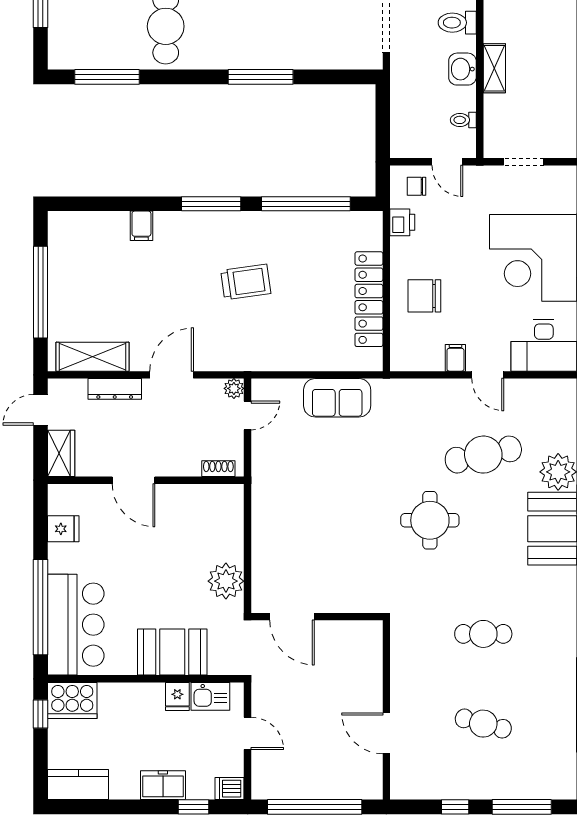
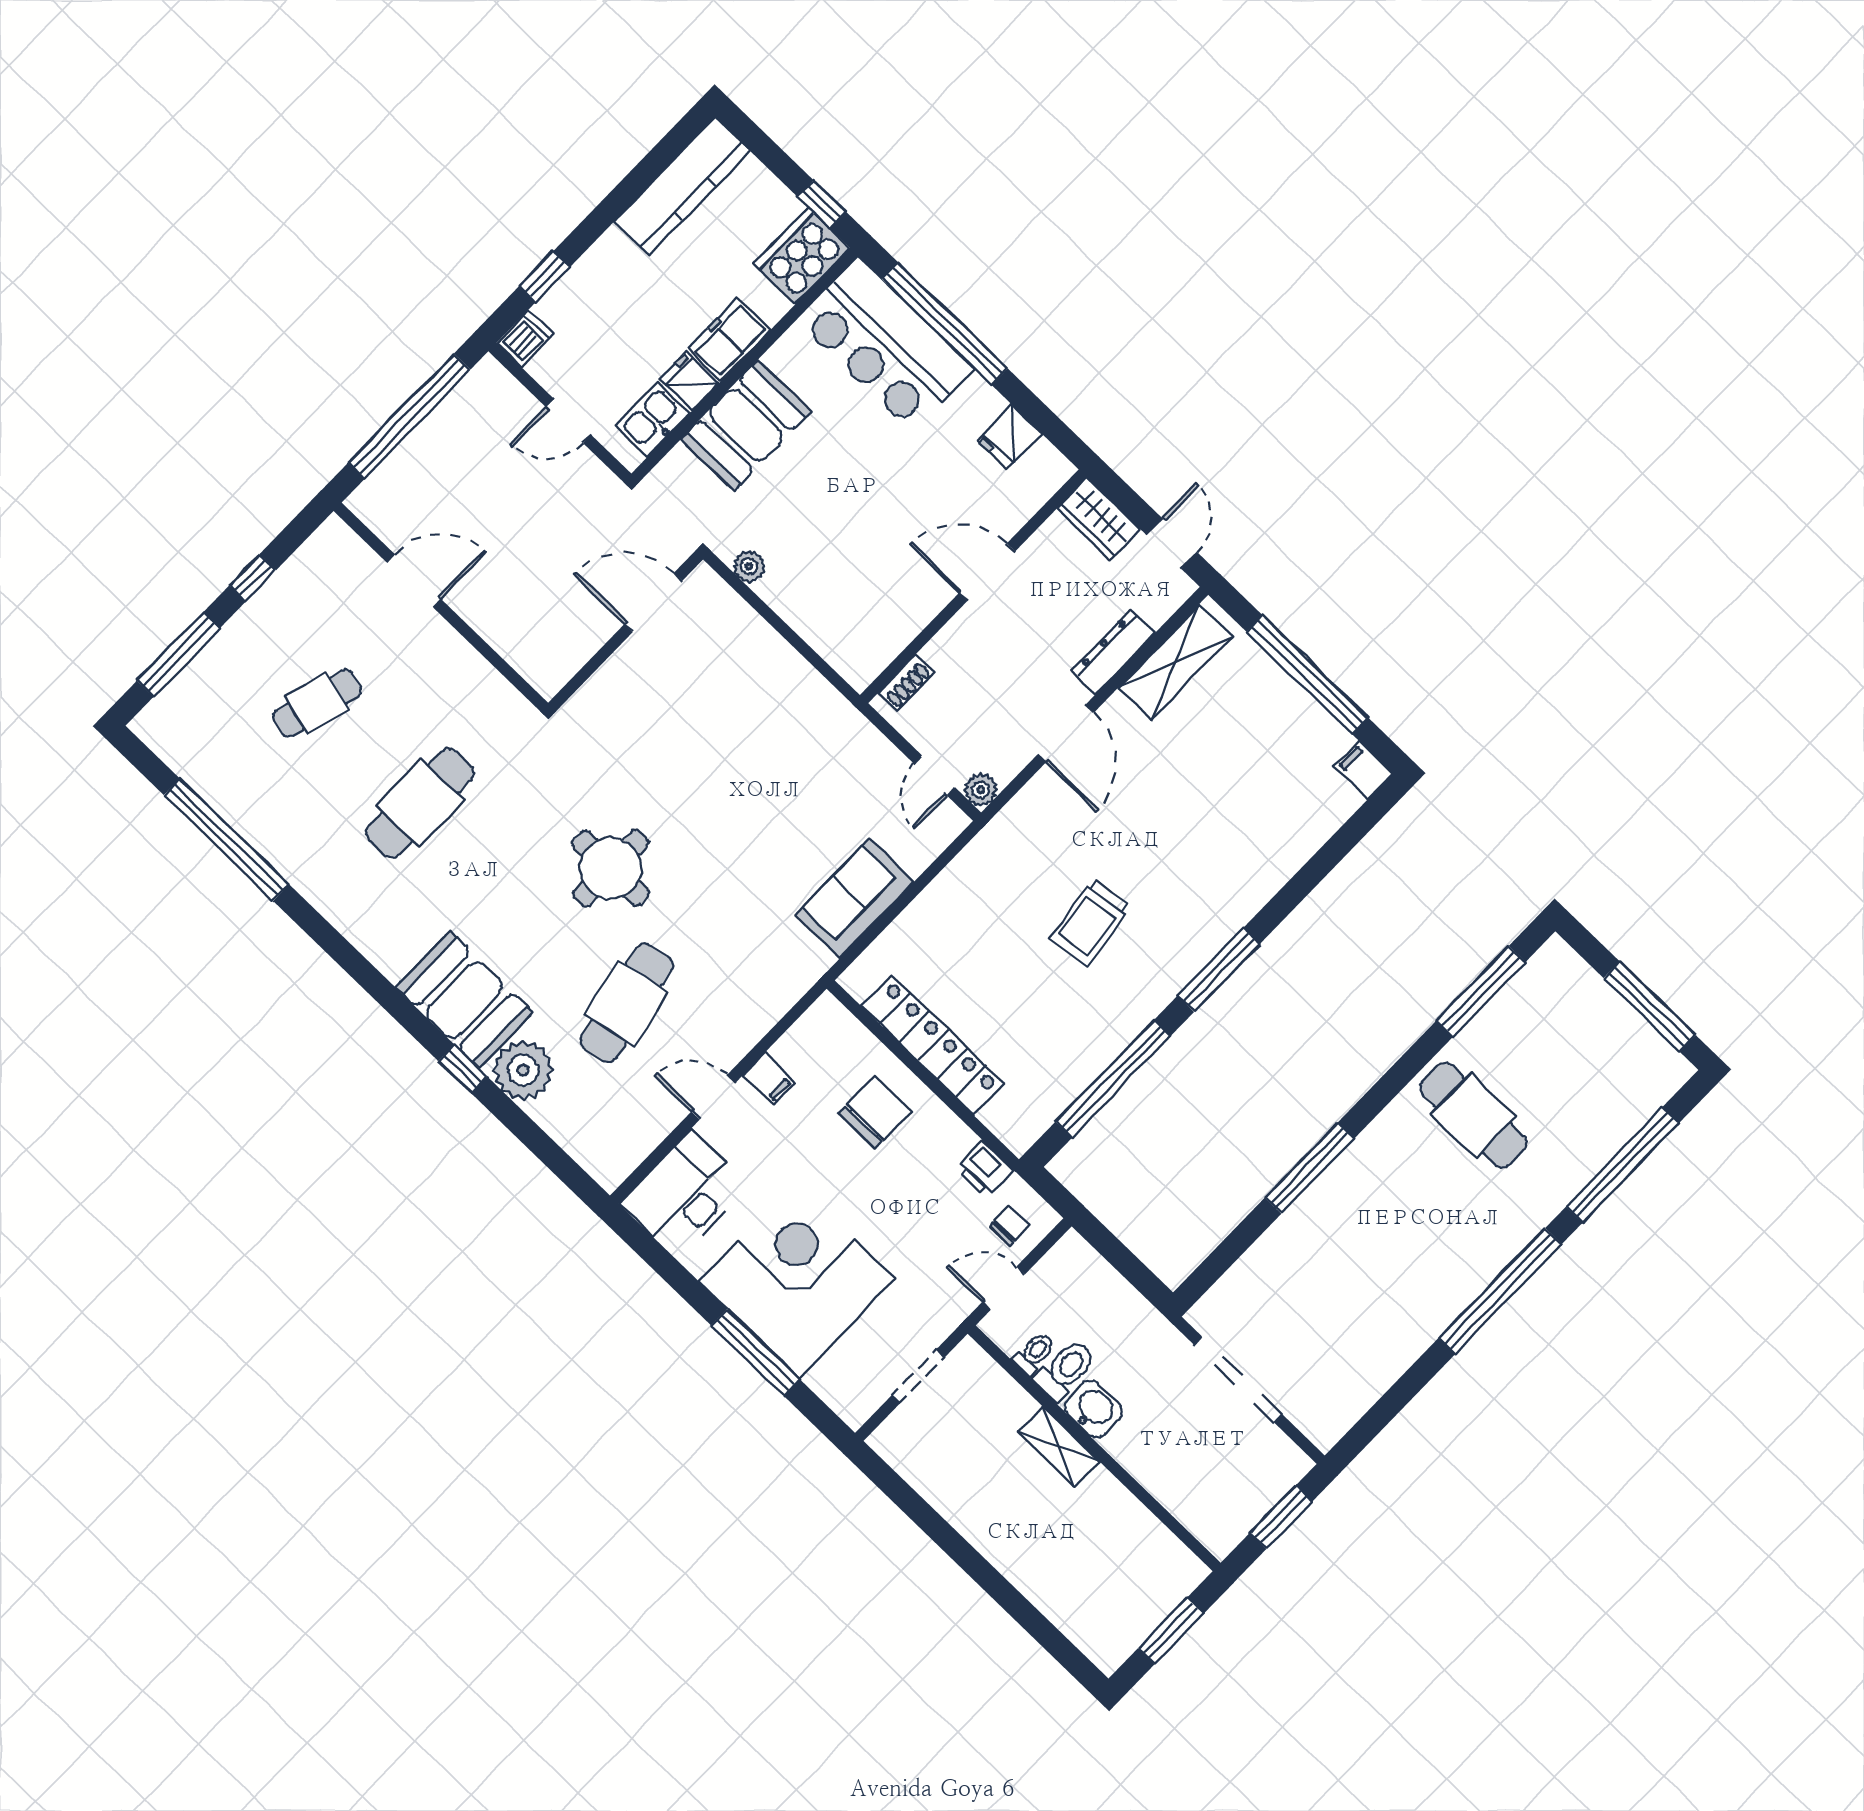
toilet: (457, 23) -> (1065, 1370), moved
filing cabinet: (141, 226) -> (1363, 770), moved
plant: (226, 581) -> (749, 566), width x0.53, depth x0.53
cafe table: (483, 634) -> (420, 803), width x1.37, depth x1.35
kitchen counter: (78, 785) -> (682, 186), width x1.50
freezer: (163, 785) -> (729, 339), moved, turned 180

